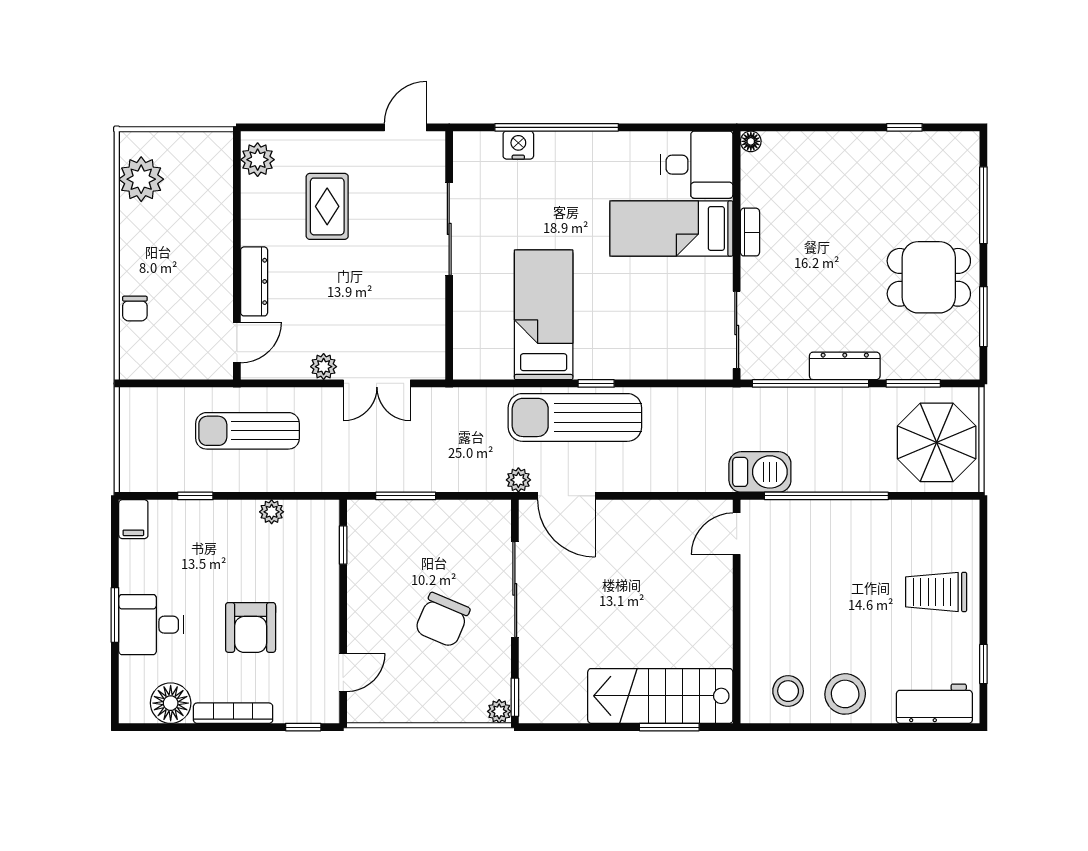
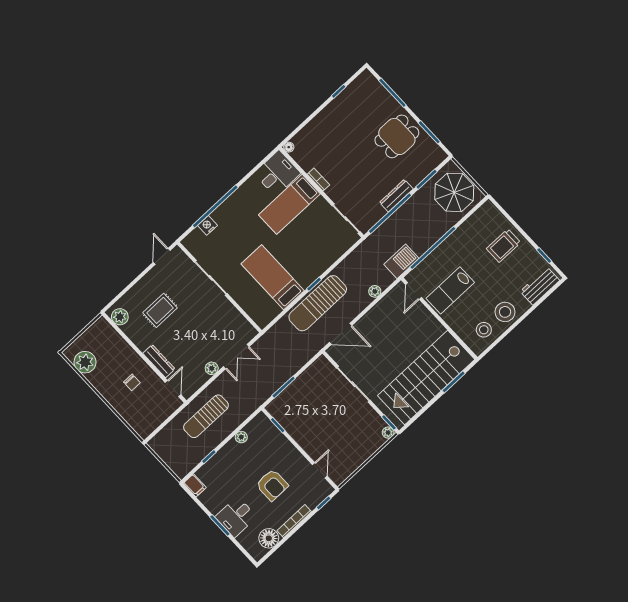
rug: (327, 206) -> (160, 310), turned 90
chair: (135, 309) -> (132, 382), moved
plant: (518, 480) -> (375, 291), moved
lab bench: (793, 584) -> (450, 290), added
chair: (442, 620) -> (338, 419), removed
stairs: (660, 696) -> (426, 378), width x1.36, depth x1.51

